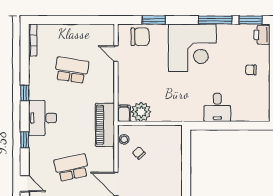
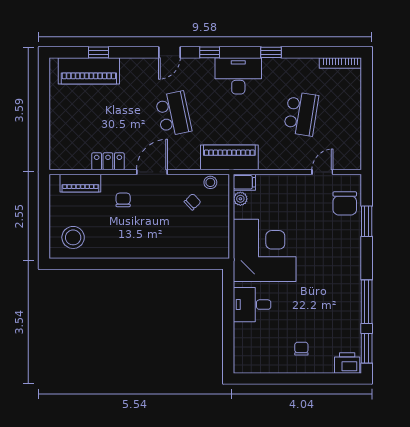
corner desk: (192, 48) -> (265, 250), moved, turned 180
plant: (141, 112) -> (240, 199), width x0.53, depth x0.53
door: (25, 184) -> (169, 52), moved

